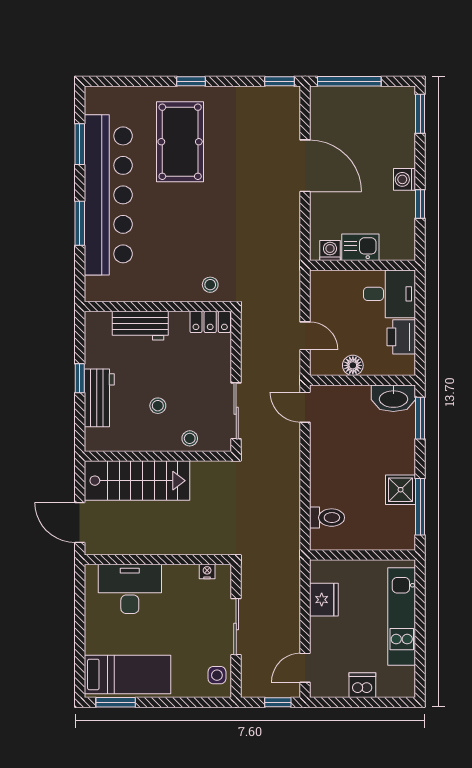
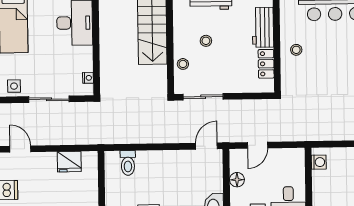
kitchen sink: (360, 247) -> (321, 184), removed
stool: (210, 285) -> (296, 50), moved
locker: (210, 322) -> (266, 64), moved

